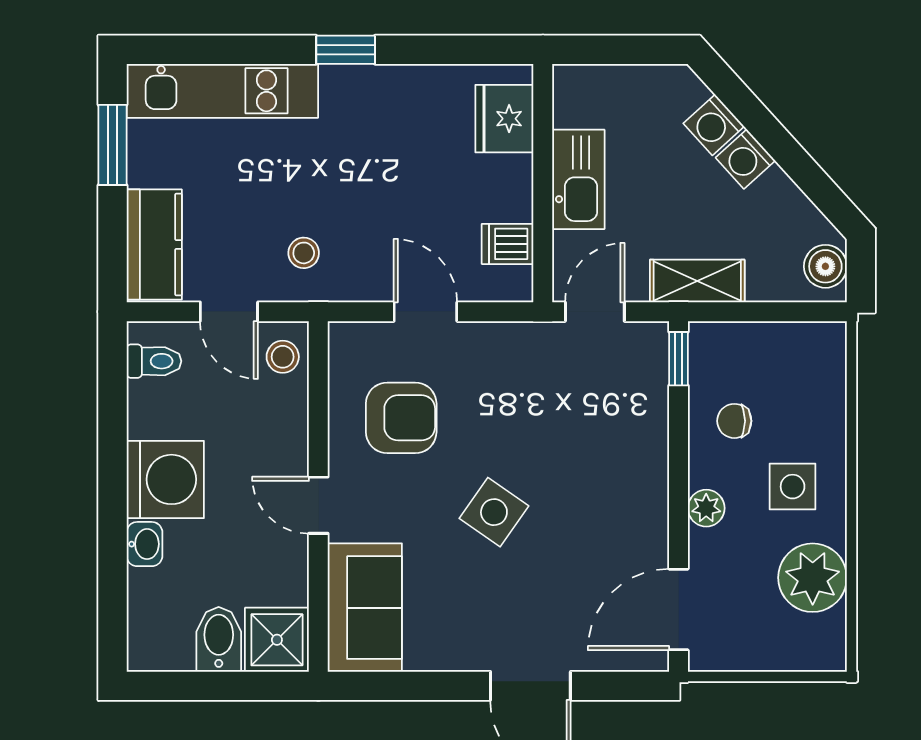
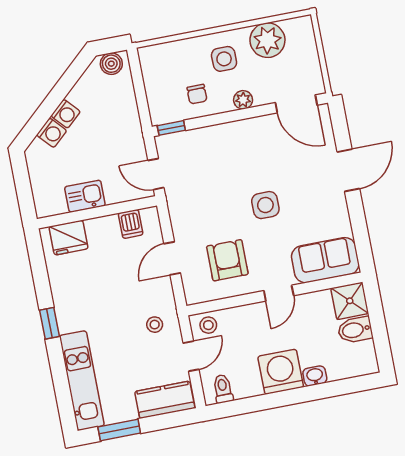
kitchen sink: (578, 179) -> (85, 196), width x0.73
shelving: (697, 281) -> (131, 126), removed
side table: (494, 512) -> (265, 205), turned -35

